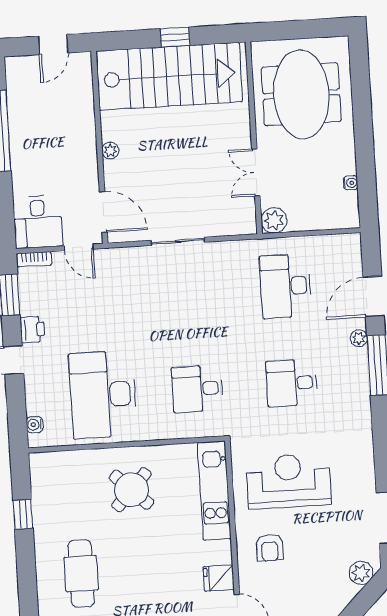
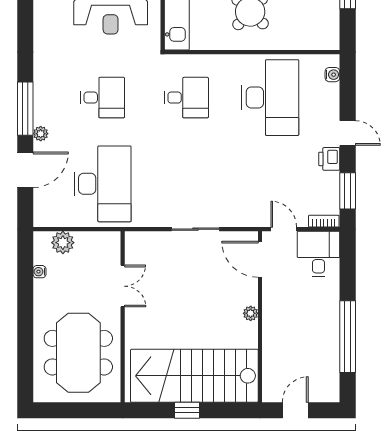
plant: (274, 220) -> (63, 243), moved
desk: (286, 286) -> (103, 184), width x1.36, depth x1.30

